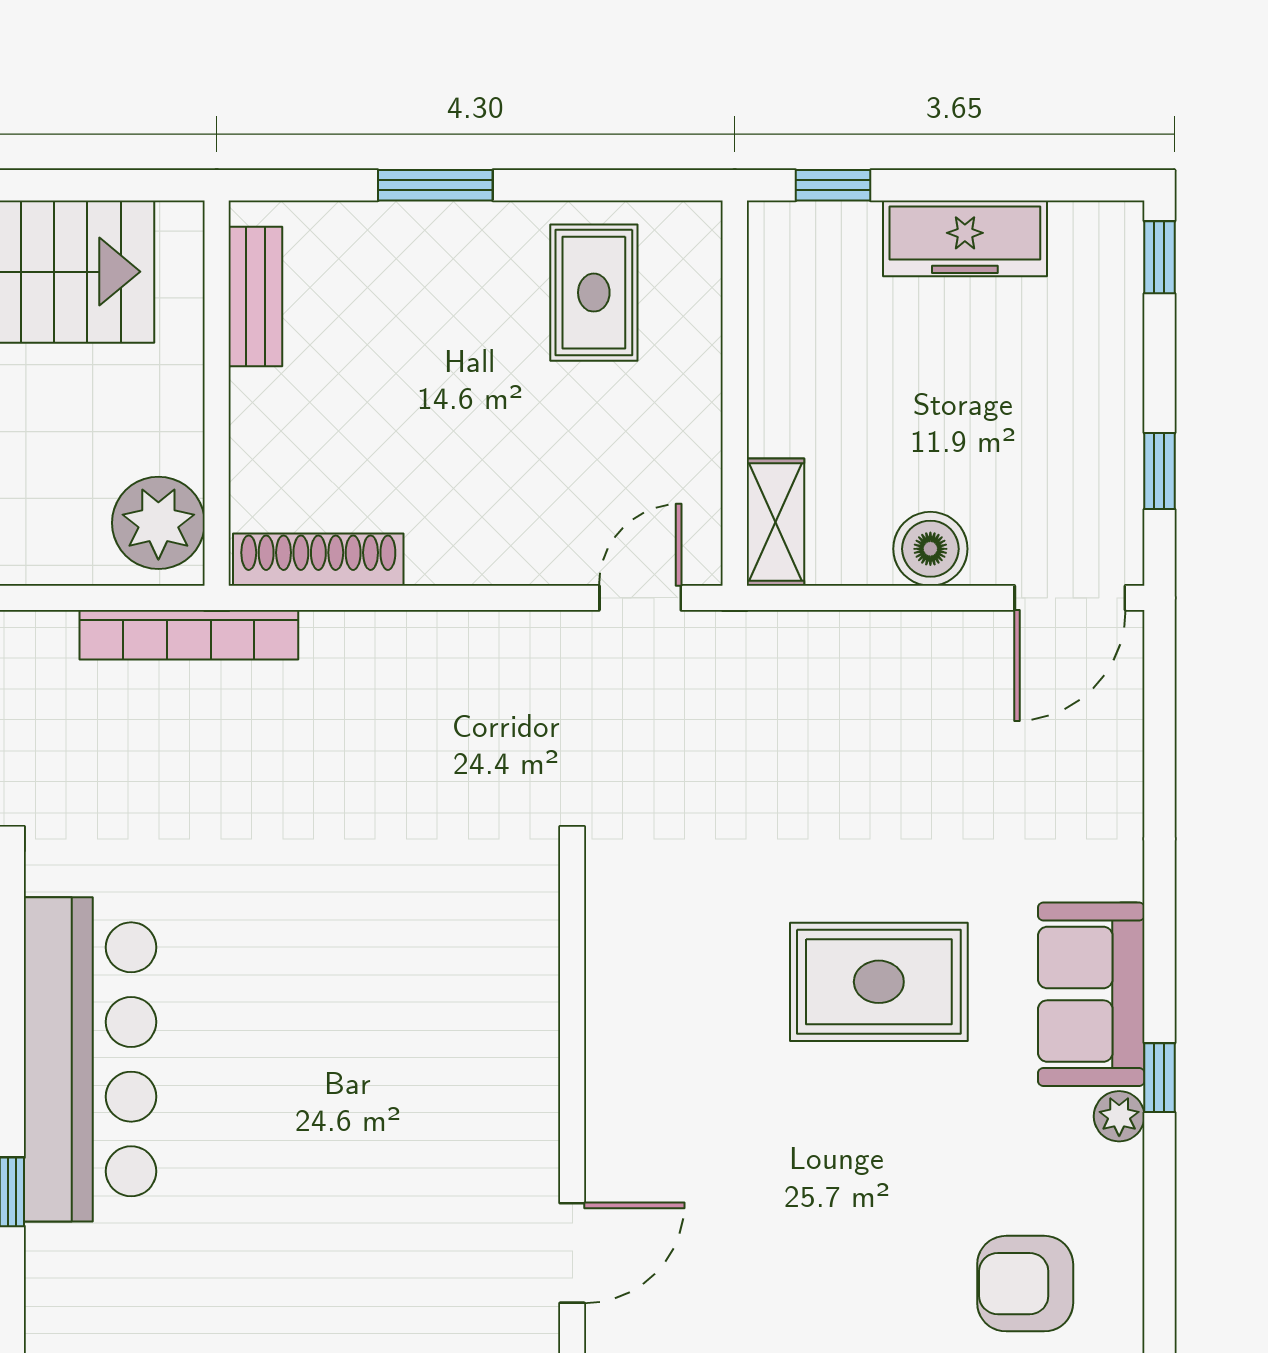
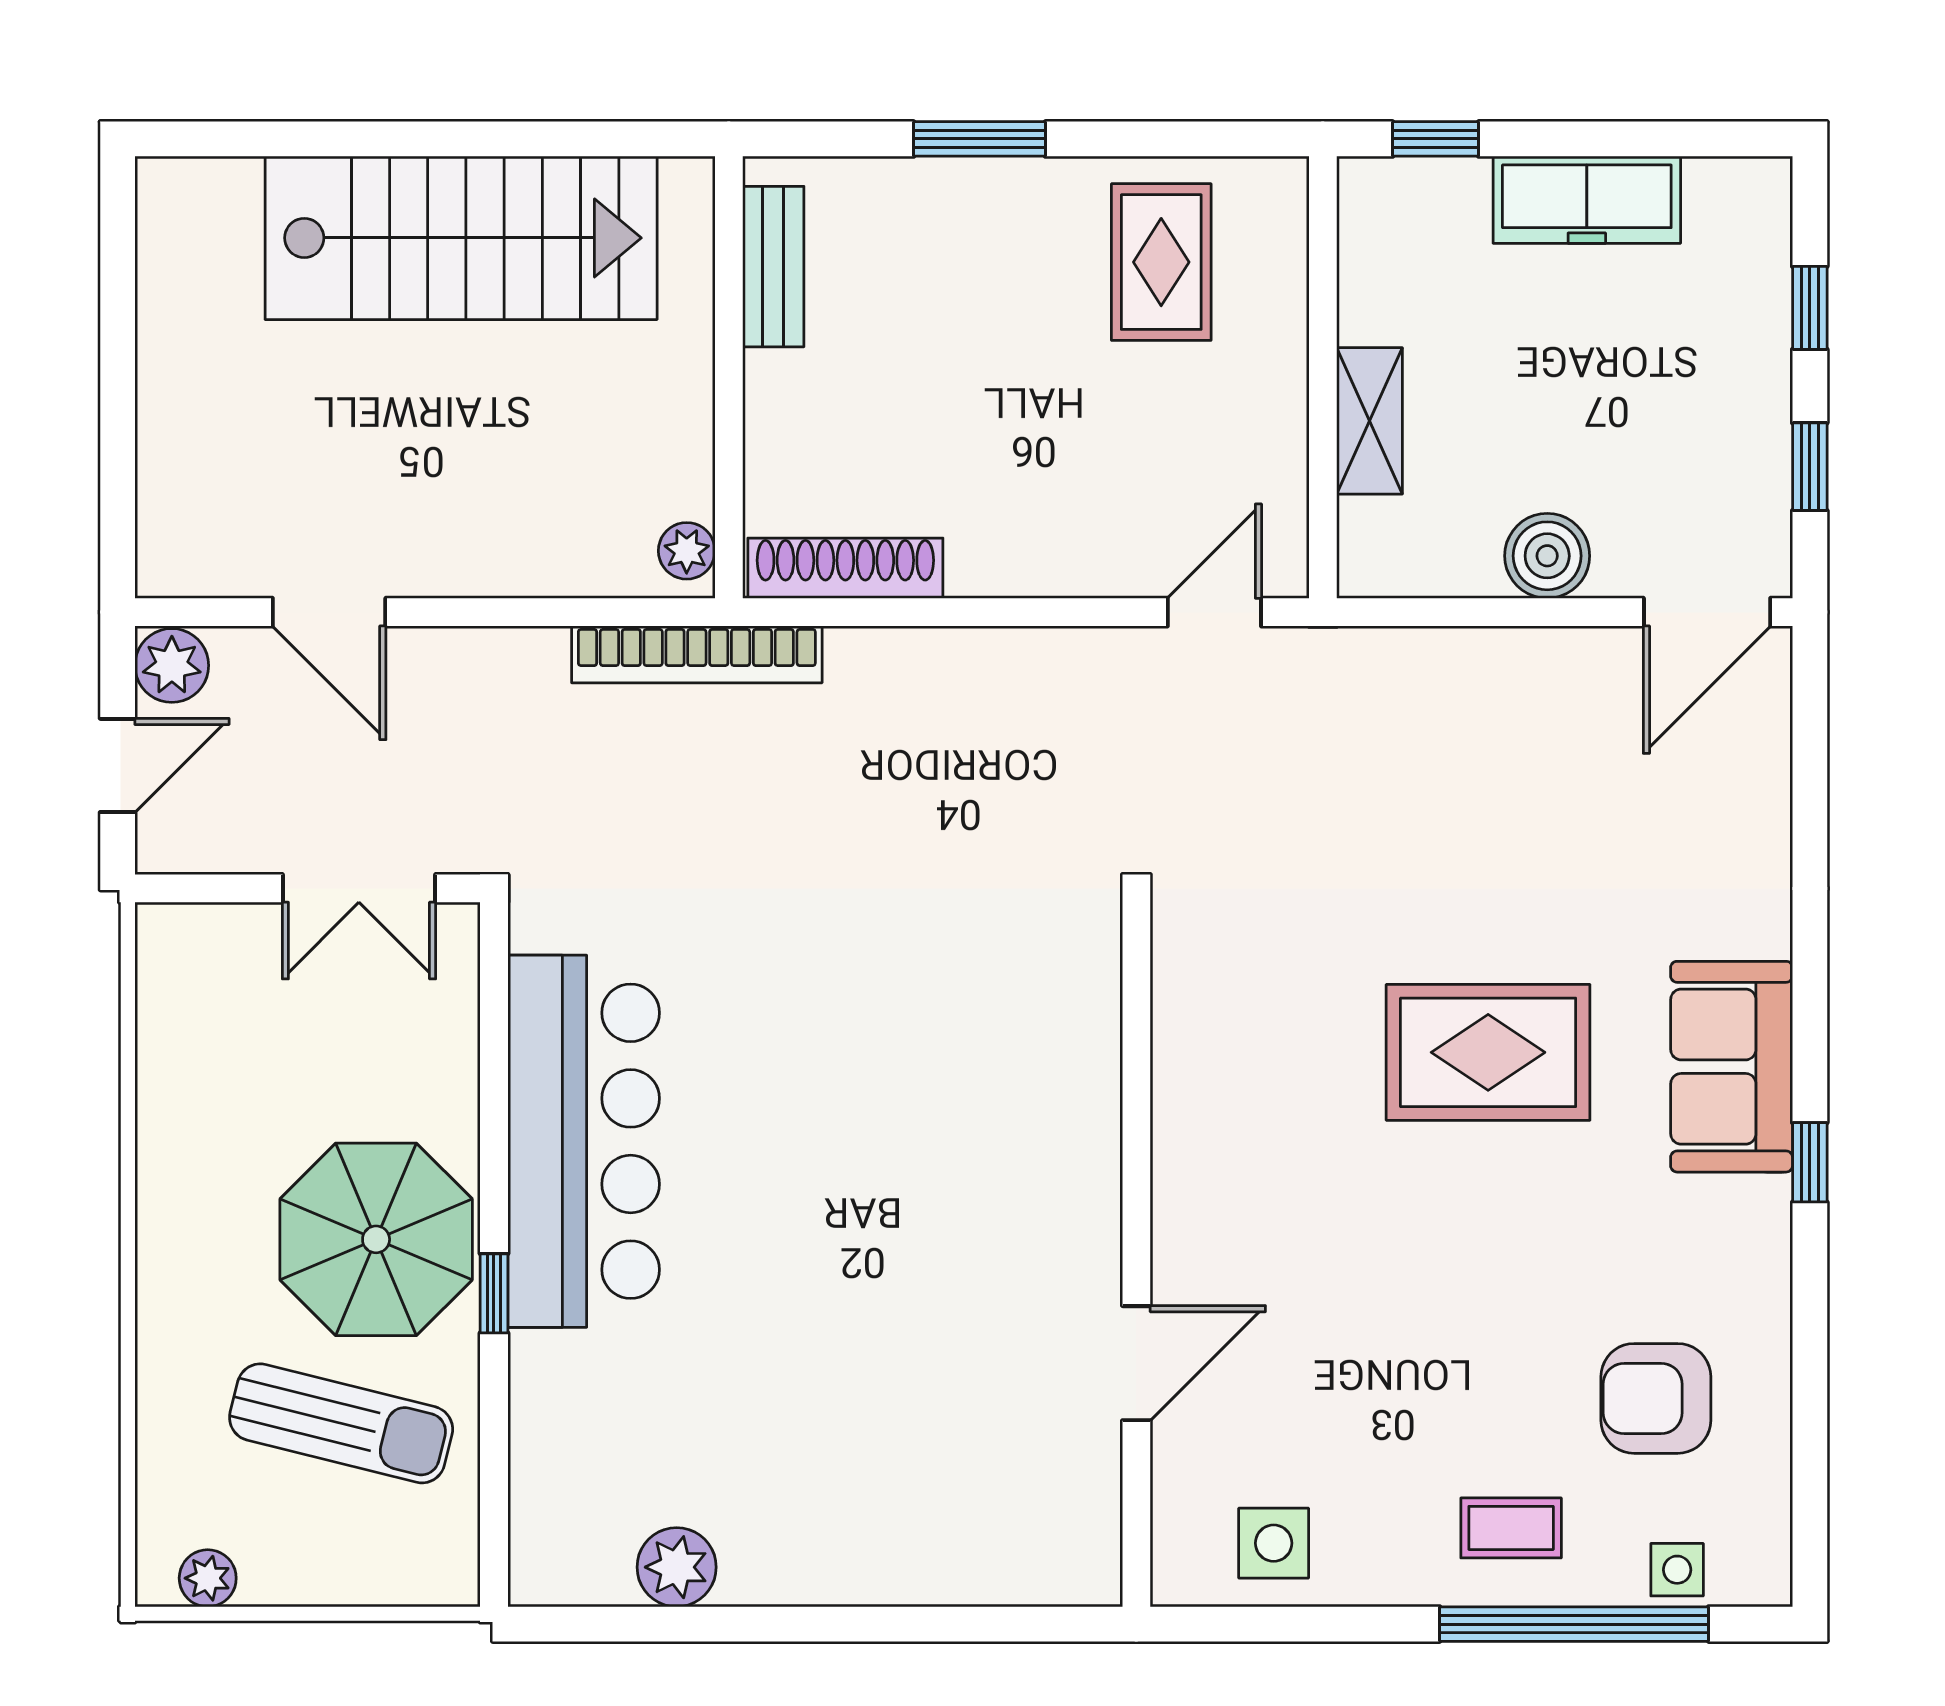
window: (1159, 257) -> (1810, 308), moved
shelving: (776, 522) -> (1370, 421), moved
plant: (158, 523) -> (687, 551), width x0.53, depth x0.53
plant: (1119, 1116) -> (1764, 1207), removed

